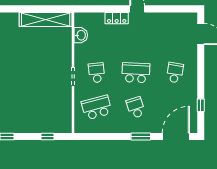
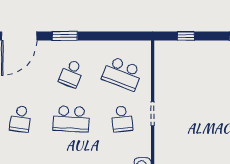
school desk: (97, 108) -> (122, 74), turned 36
school desk: (136, 108) -> (71, 74), turned 39

